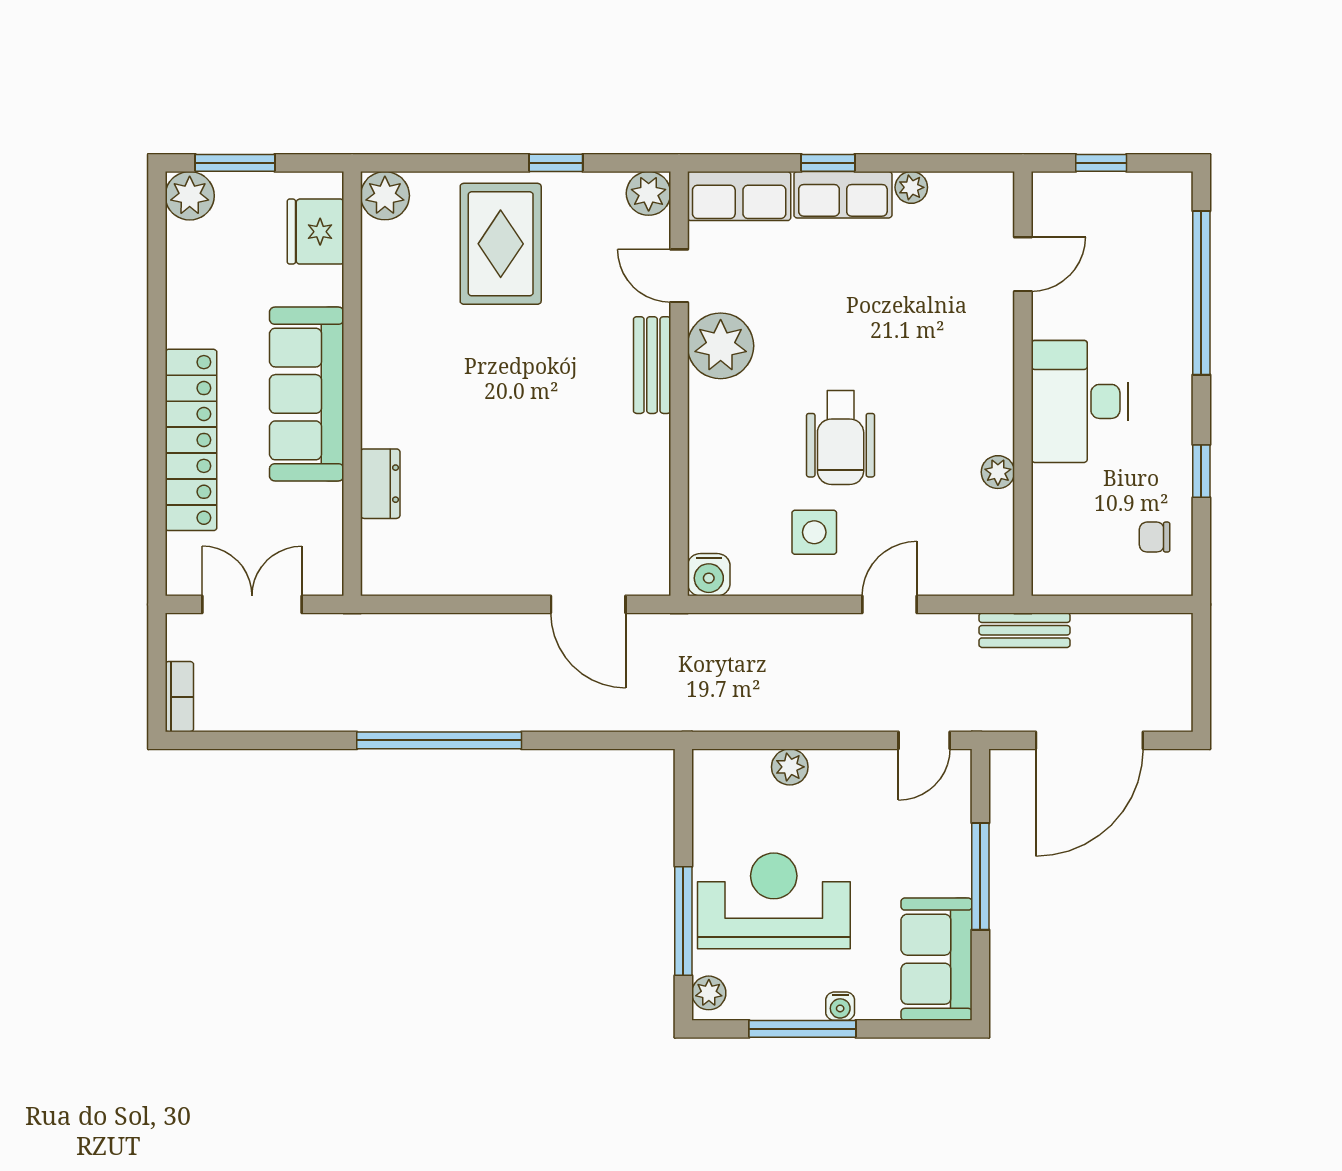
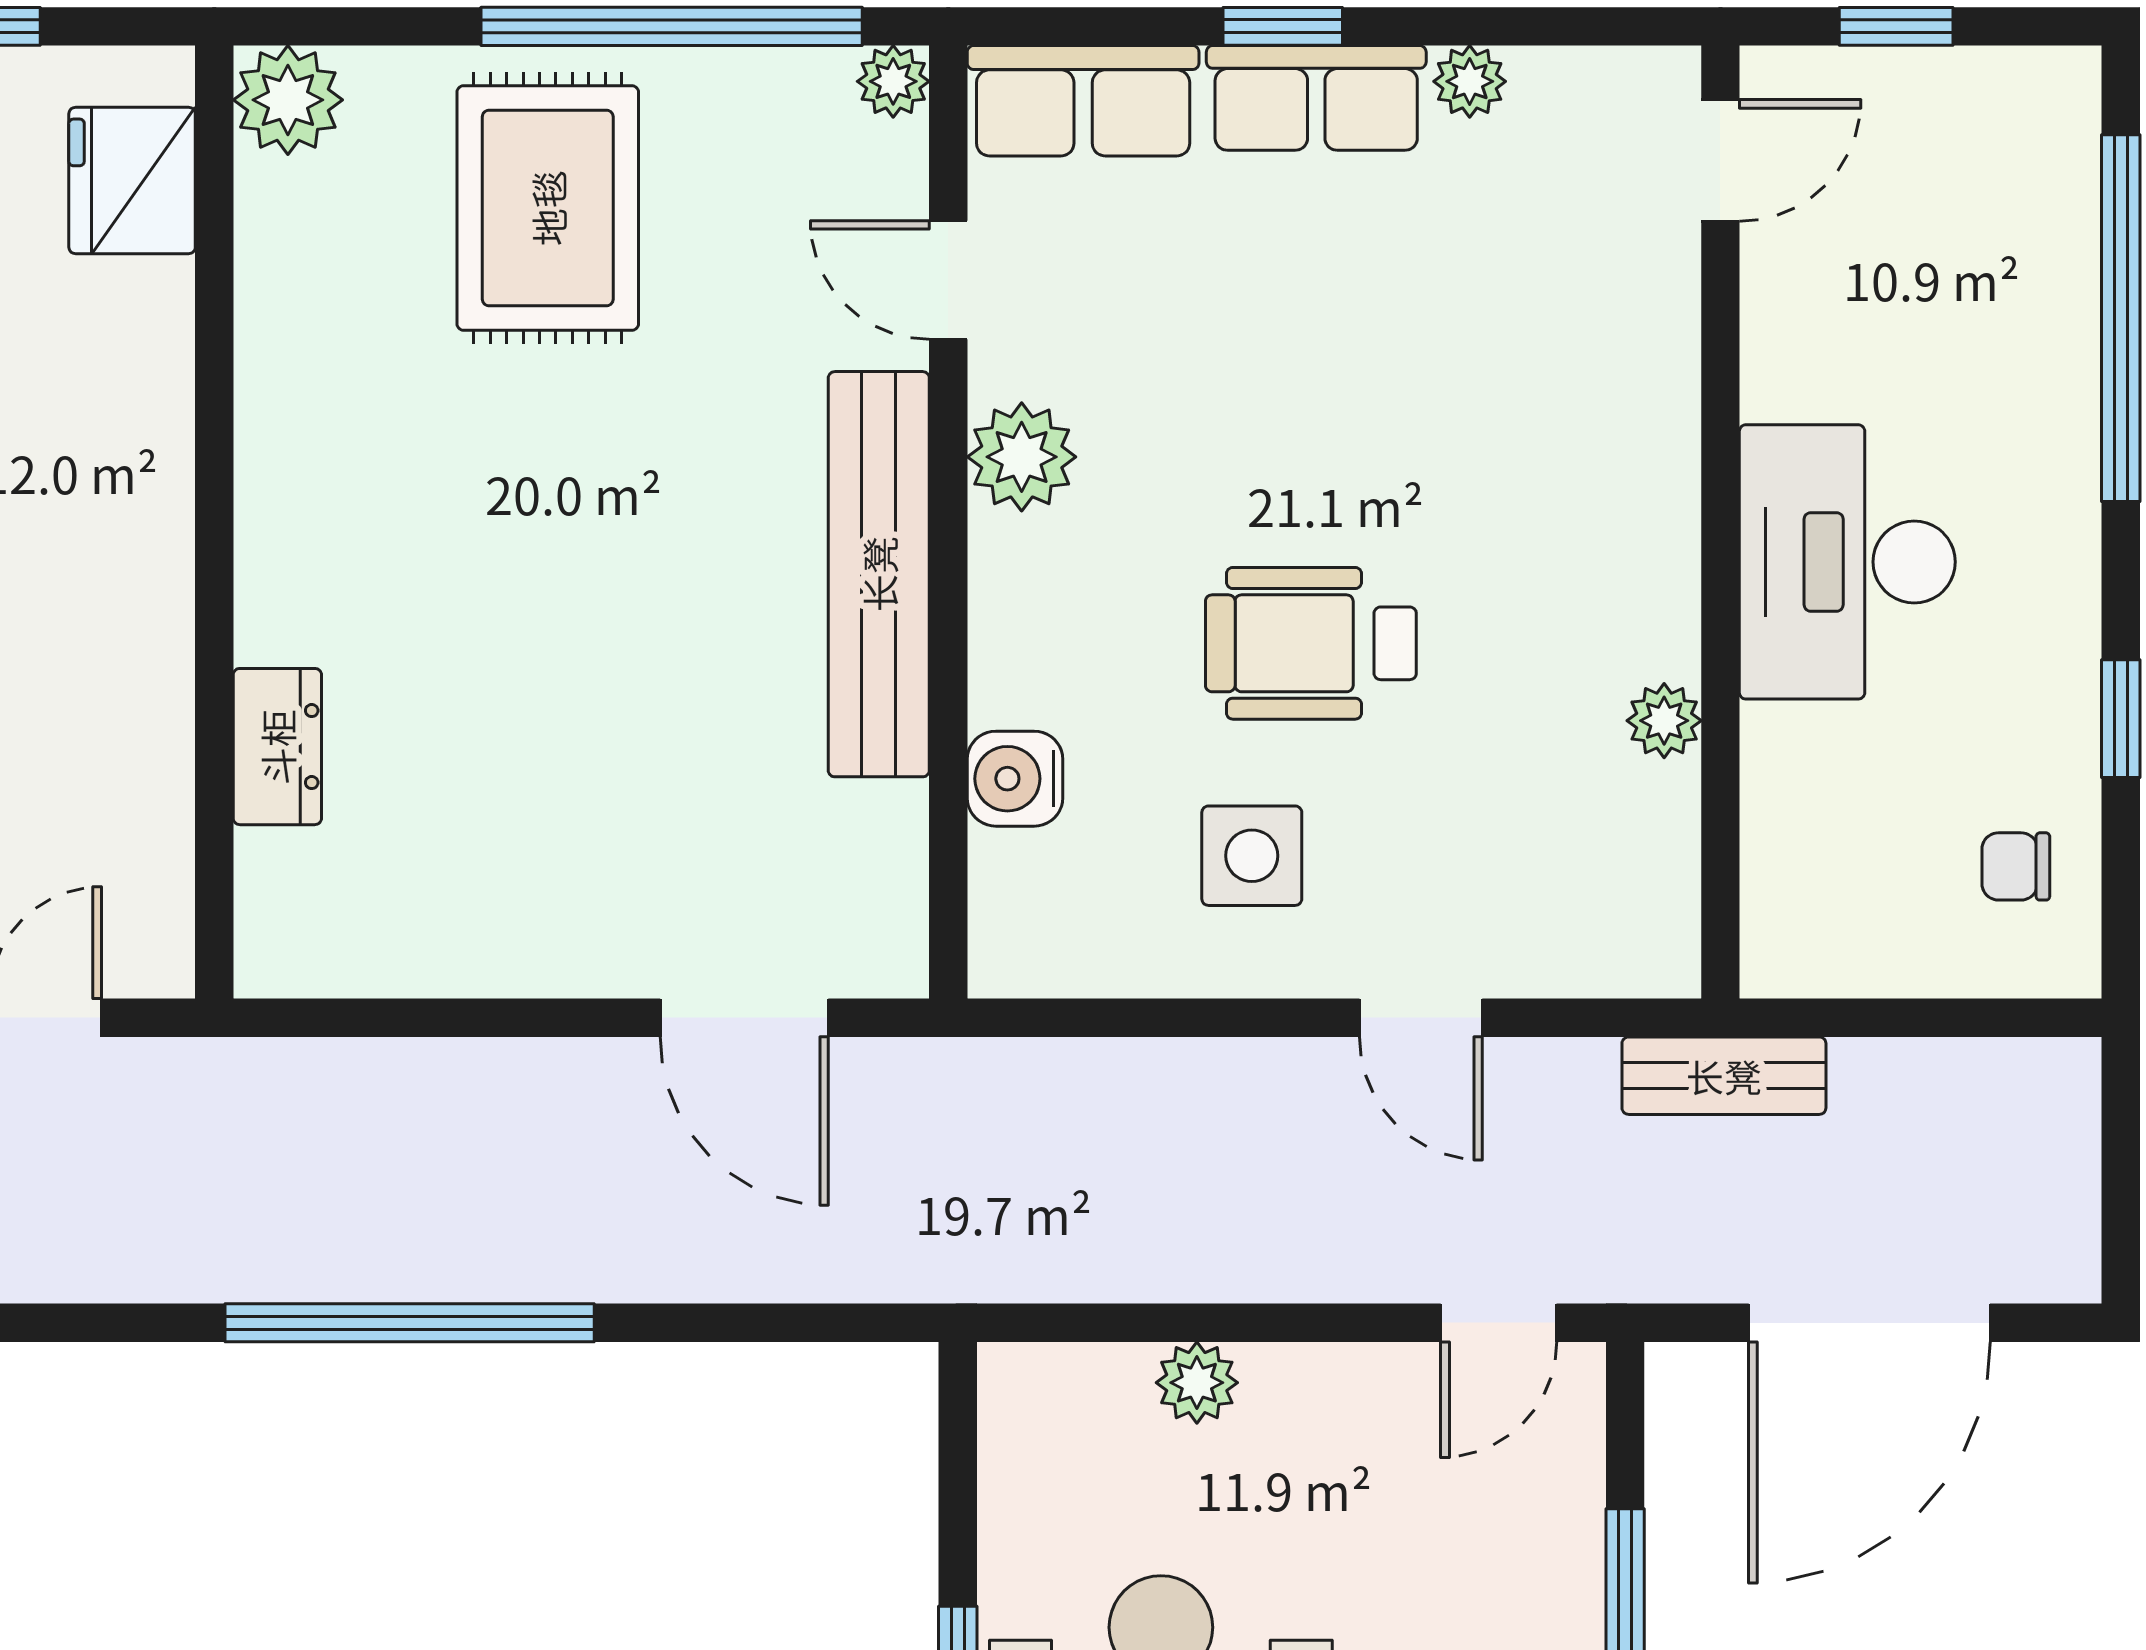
window: (556, 163) -> (672, 26), width x3.17
plant: (649, 193) -> (893, 81), width x0.73, depth x0.73
door: (1023, 264) -> (1720, 160), moved
plant: (721, 346) -> (1022, 457), width x0.73, depth x0.73
bench: (652, 365) -> (879, 574), width x1.86, depth x1.21
sofa: (307, 394) -> (112, 545), removed
wheelchair: (841, 438) -> (1311, 643), turned 90
water cooler: (709, 575) -> (1015, 779), moved, turned 90
door: (890, 604) -> (1421, 1018), swing flipped

